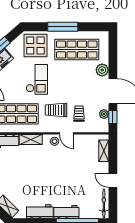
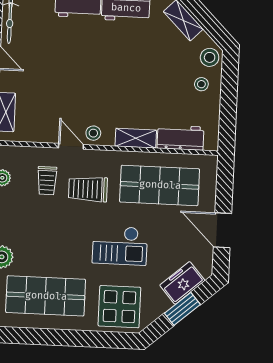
window: (63, 27) -> (69, 338), removed
checkout: (37, 79) -> (120, 246), turned -90
trolley: (56, 110) -> (88, 189), turned 180

